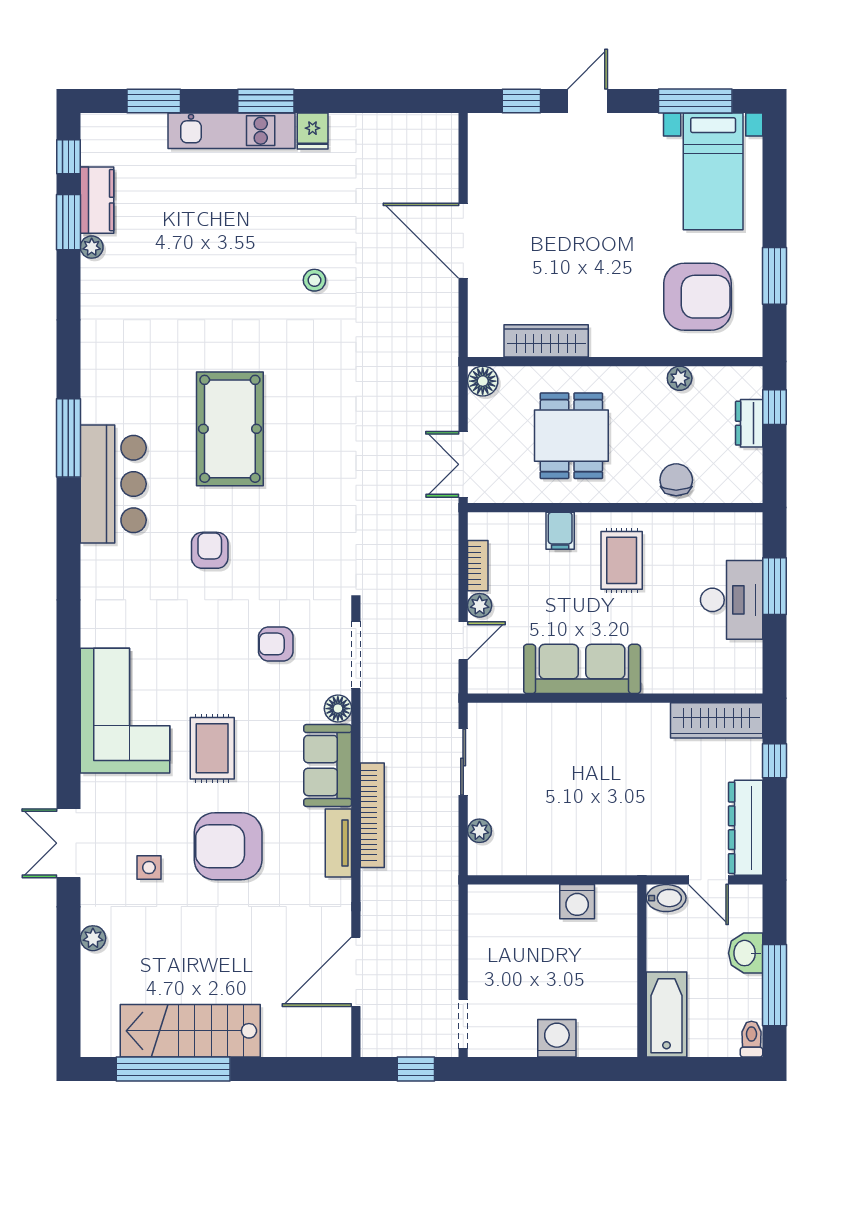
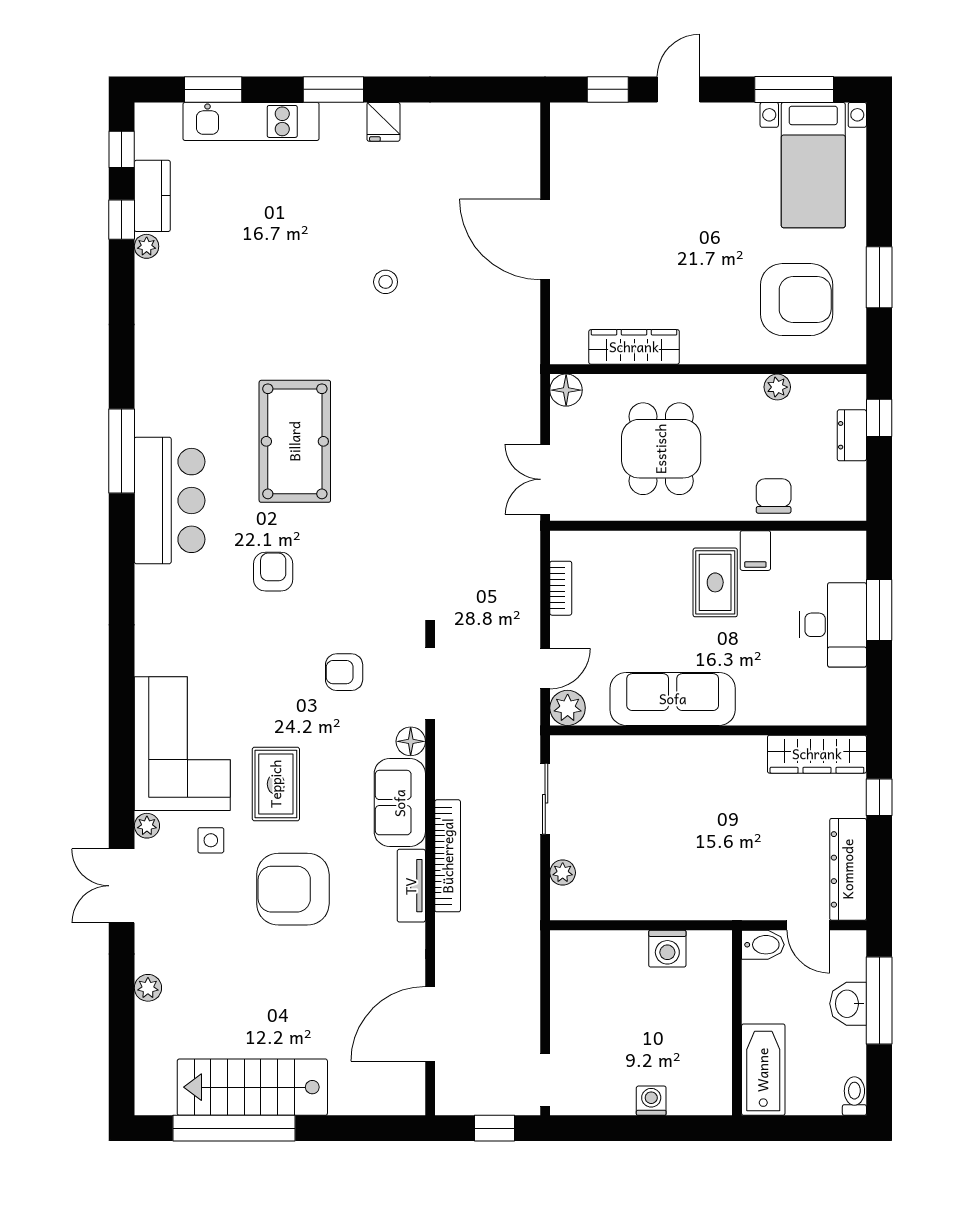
kitchen unit: (232, 131) -> (251, 121), moved
window: (68, 222) -> (122, 220), width x0.67
filing cabinet: (560, 531) -> (755, 551), moved
plant: (480, 605) -> (568, 708), moved, width x1.38, depth x1.38
plant: (92, 787) -> (147, 826), added
side table: (149, 868) -> (211, 840), moved
window: (774, 985) -> (879, 1000), moved
washing machine: (557, 1038) -> (651, 1101), width x0.73, depth x0.73

